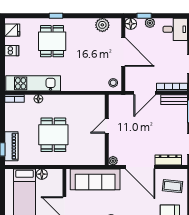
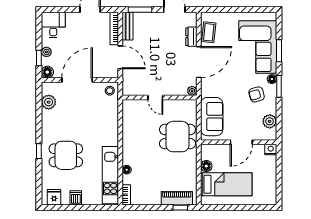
dining table: (53, 135) -> (178, 137), moved
dresser: (168, 160) -> (191, 37), width x0.70
sofa: (95, 179) -> (212, 117), width x0.73
coffee table: (173, 186) -> (209, 32), moved

